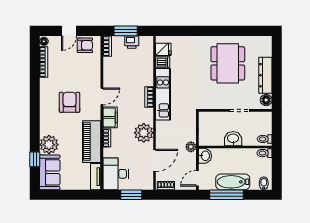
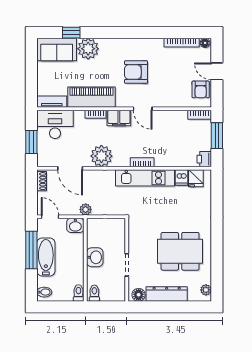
plant: (262, 41) -> (206, 290), added
printer: (132, 42) -> (204, 159), moved
armchair: (70, 102) -> (136, 72), turned 180

